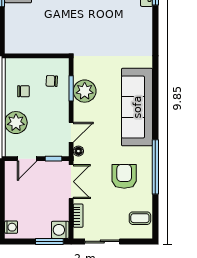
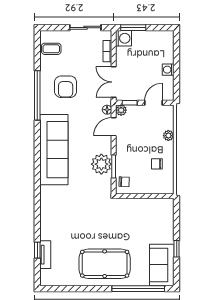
chair: (52, 81) -> (124, 182), moved
plant: (16, 123) -> (168, 136), width x0.53, depth x0.53
plant: (63, 150) -> (121, 110), added
washing machine: (11, 227) -> (168, 70), moved

